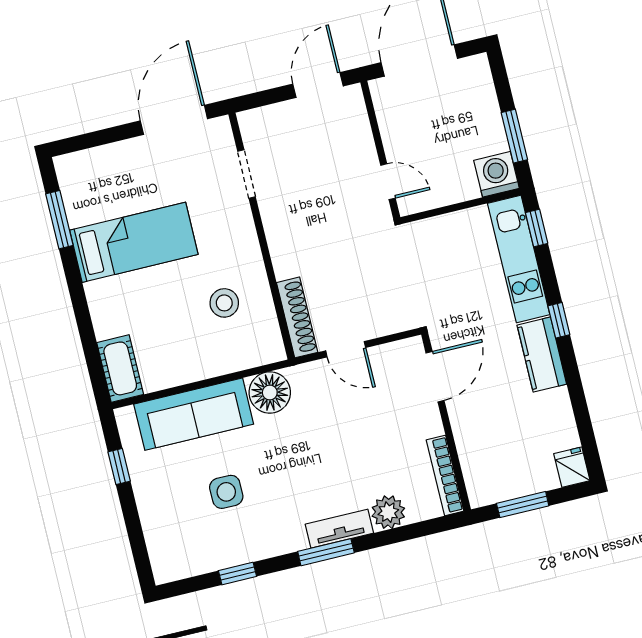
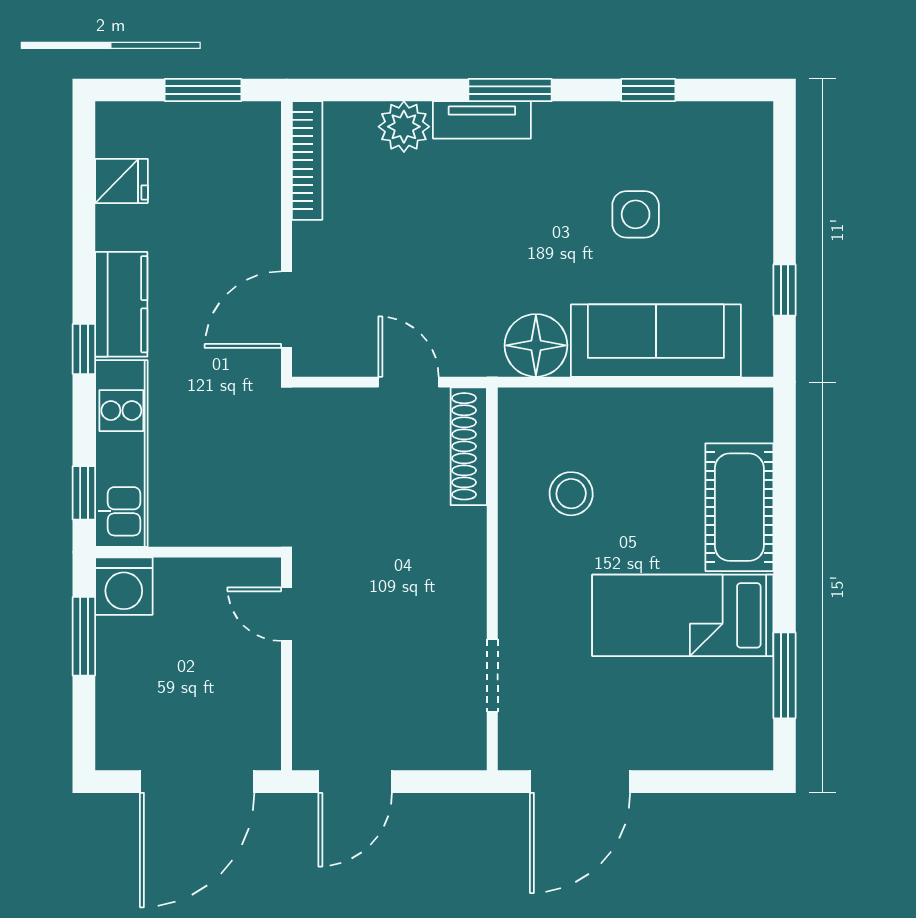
cot: (120, 368) -> (739, 507), moved, width x1.37, depth x1.34
fridge: (572, 467) -> (121, 181), moved, turned -90

